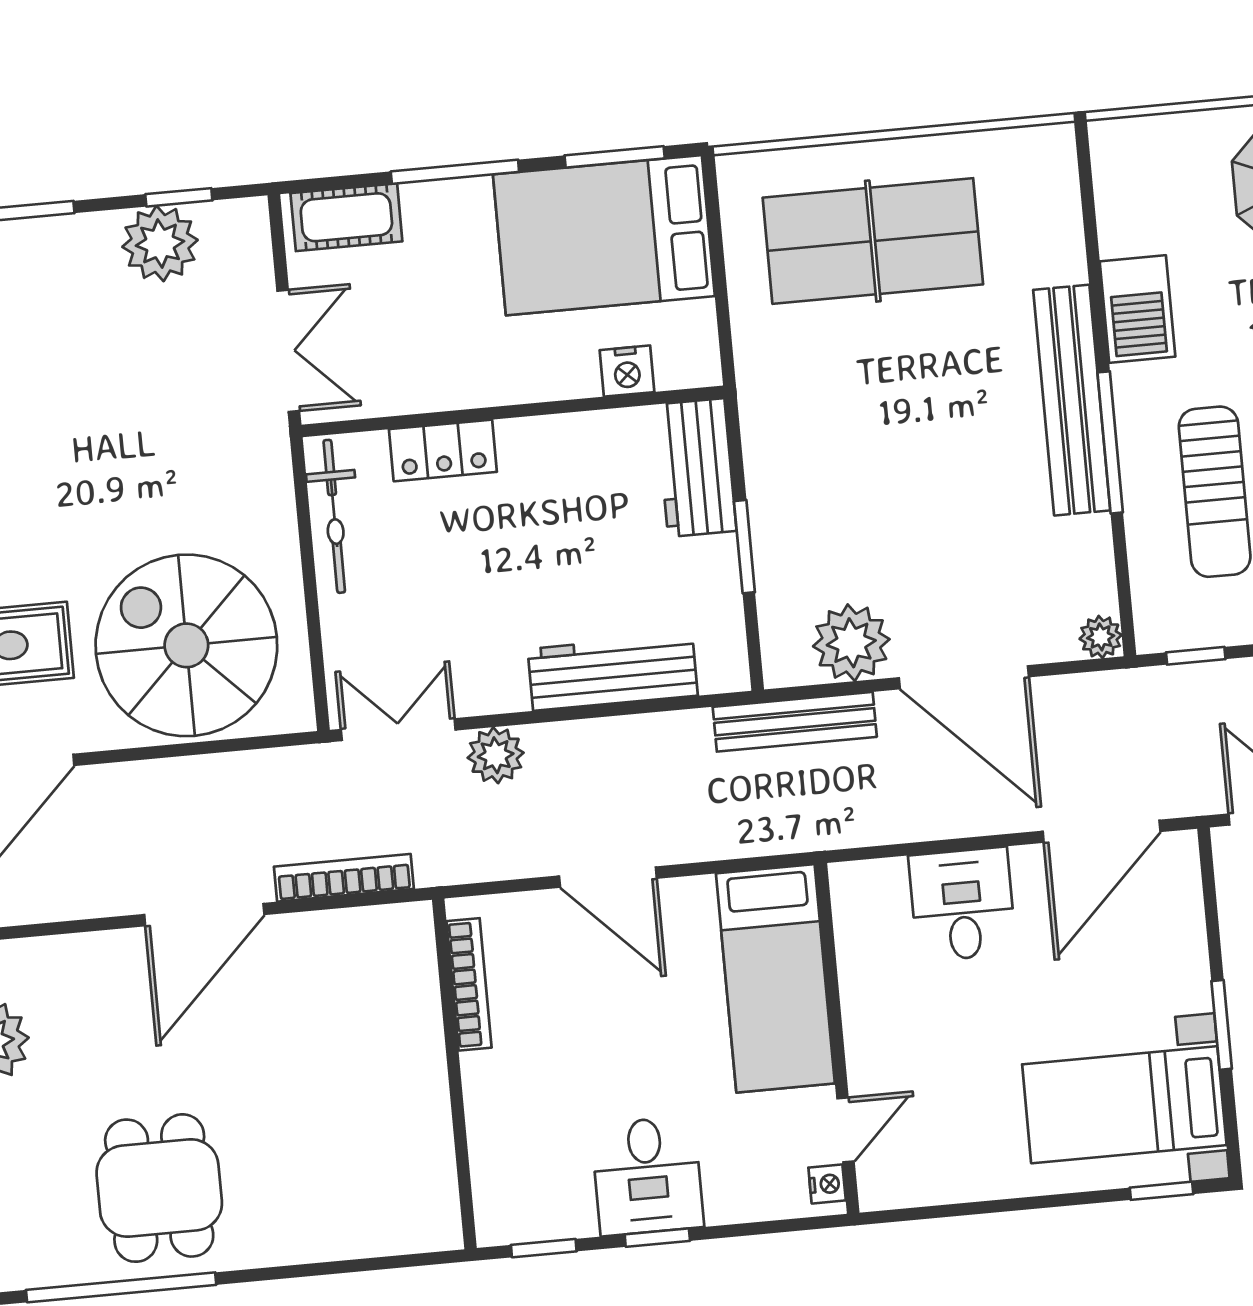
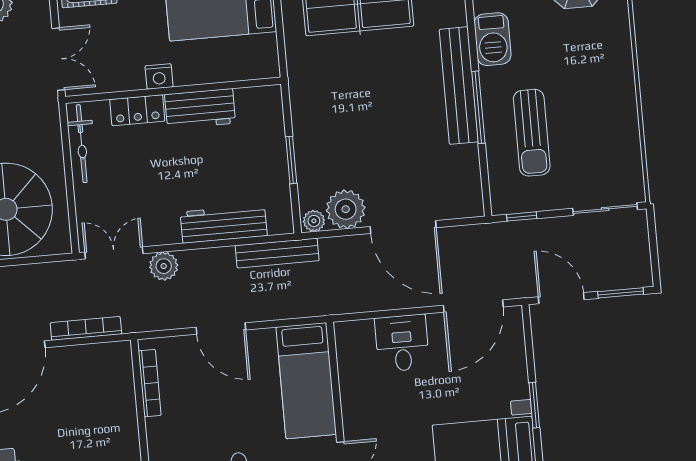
nightstand: (627, 371) -> (159, 76), moved
workbench: (696, 468) -> (200, 109), moved, turned -90
plant: (1101, 637) -> (314, 221), moved
bench: (795, 722) -> (277, 253), moved

